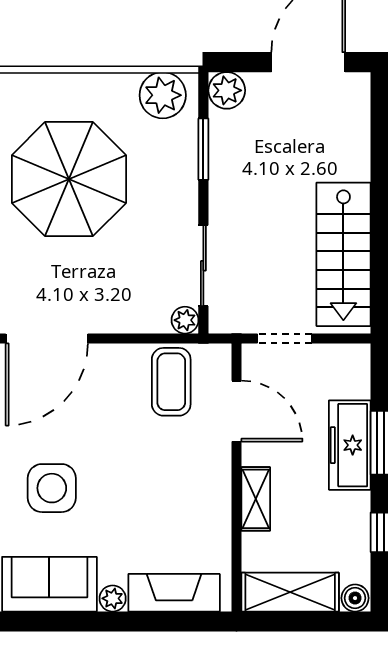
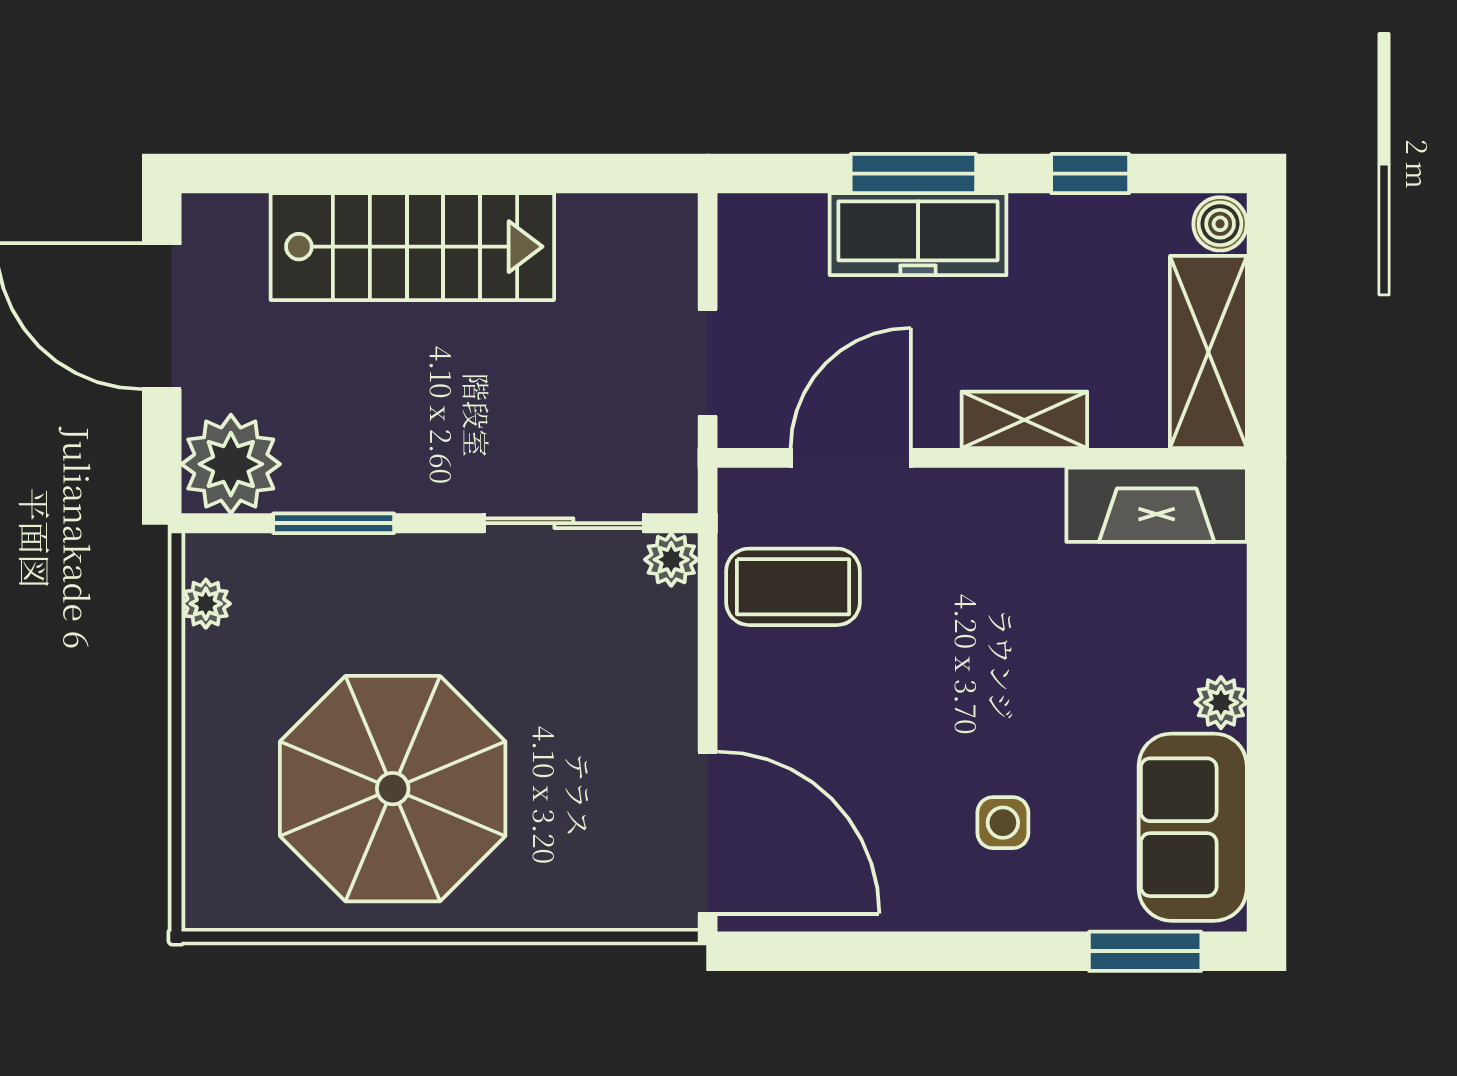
plant: (227, 90) -> (231, 464), width x1.36, depth x1.36
plant: (163, 95) -> (206, 604), width x0.53, depth x0.53
stairs: (343, 254) -> (412, 247), moved
side table: (52, 488) -> (1003, 823), width x0.54, depth x0.54
fireplace: (174, 593) -> (1157, 505), moved, turned -90

